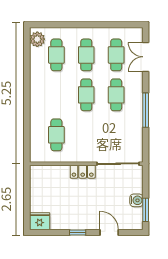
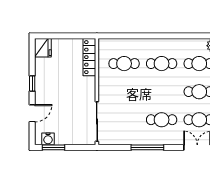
cafe table: (86, 95) -> (162, 64), moved
locker: (83, 172) -> (89, 57), moved, width x1.53
water cooler: (136, 200) -> (48, 139), moved

